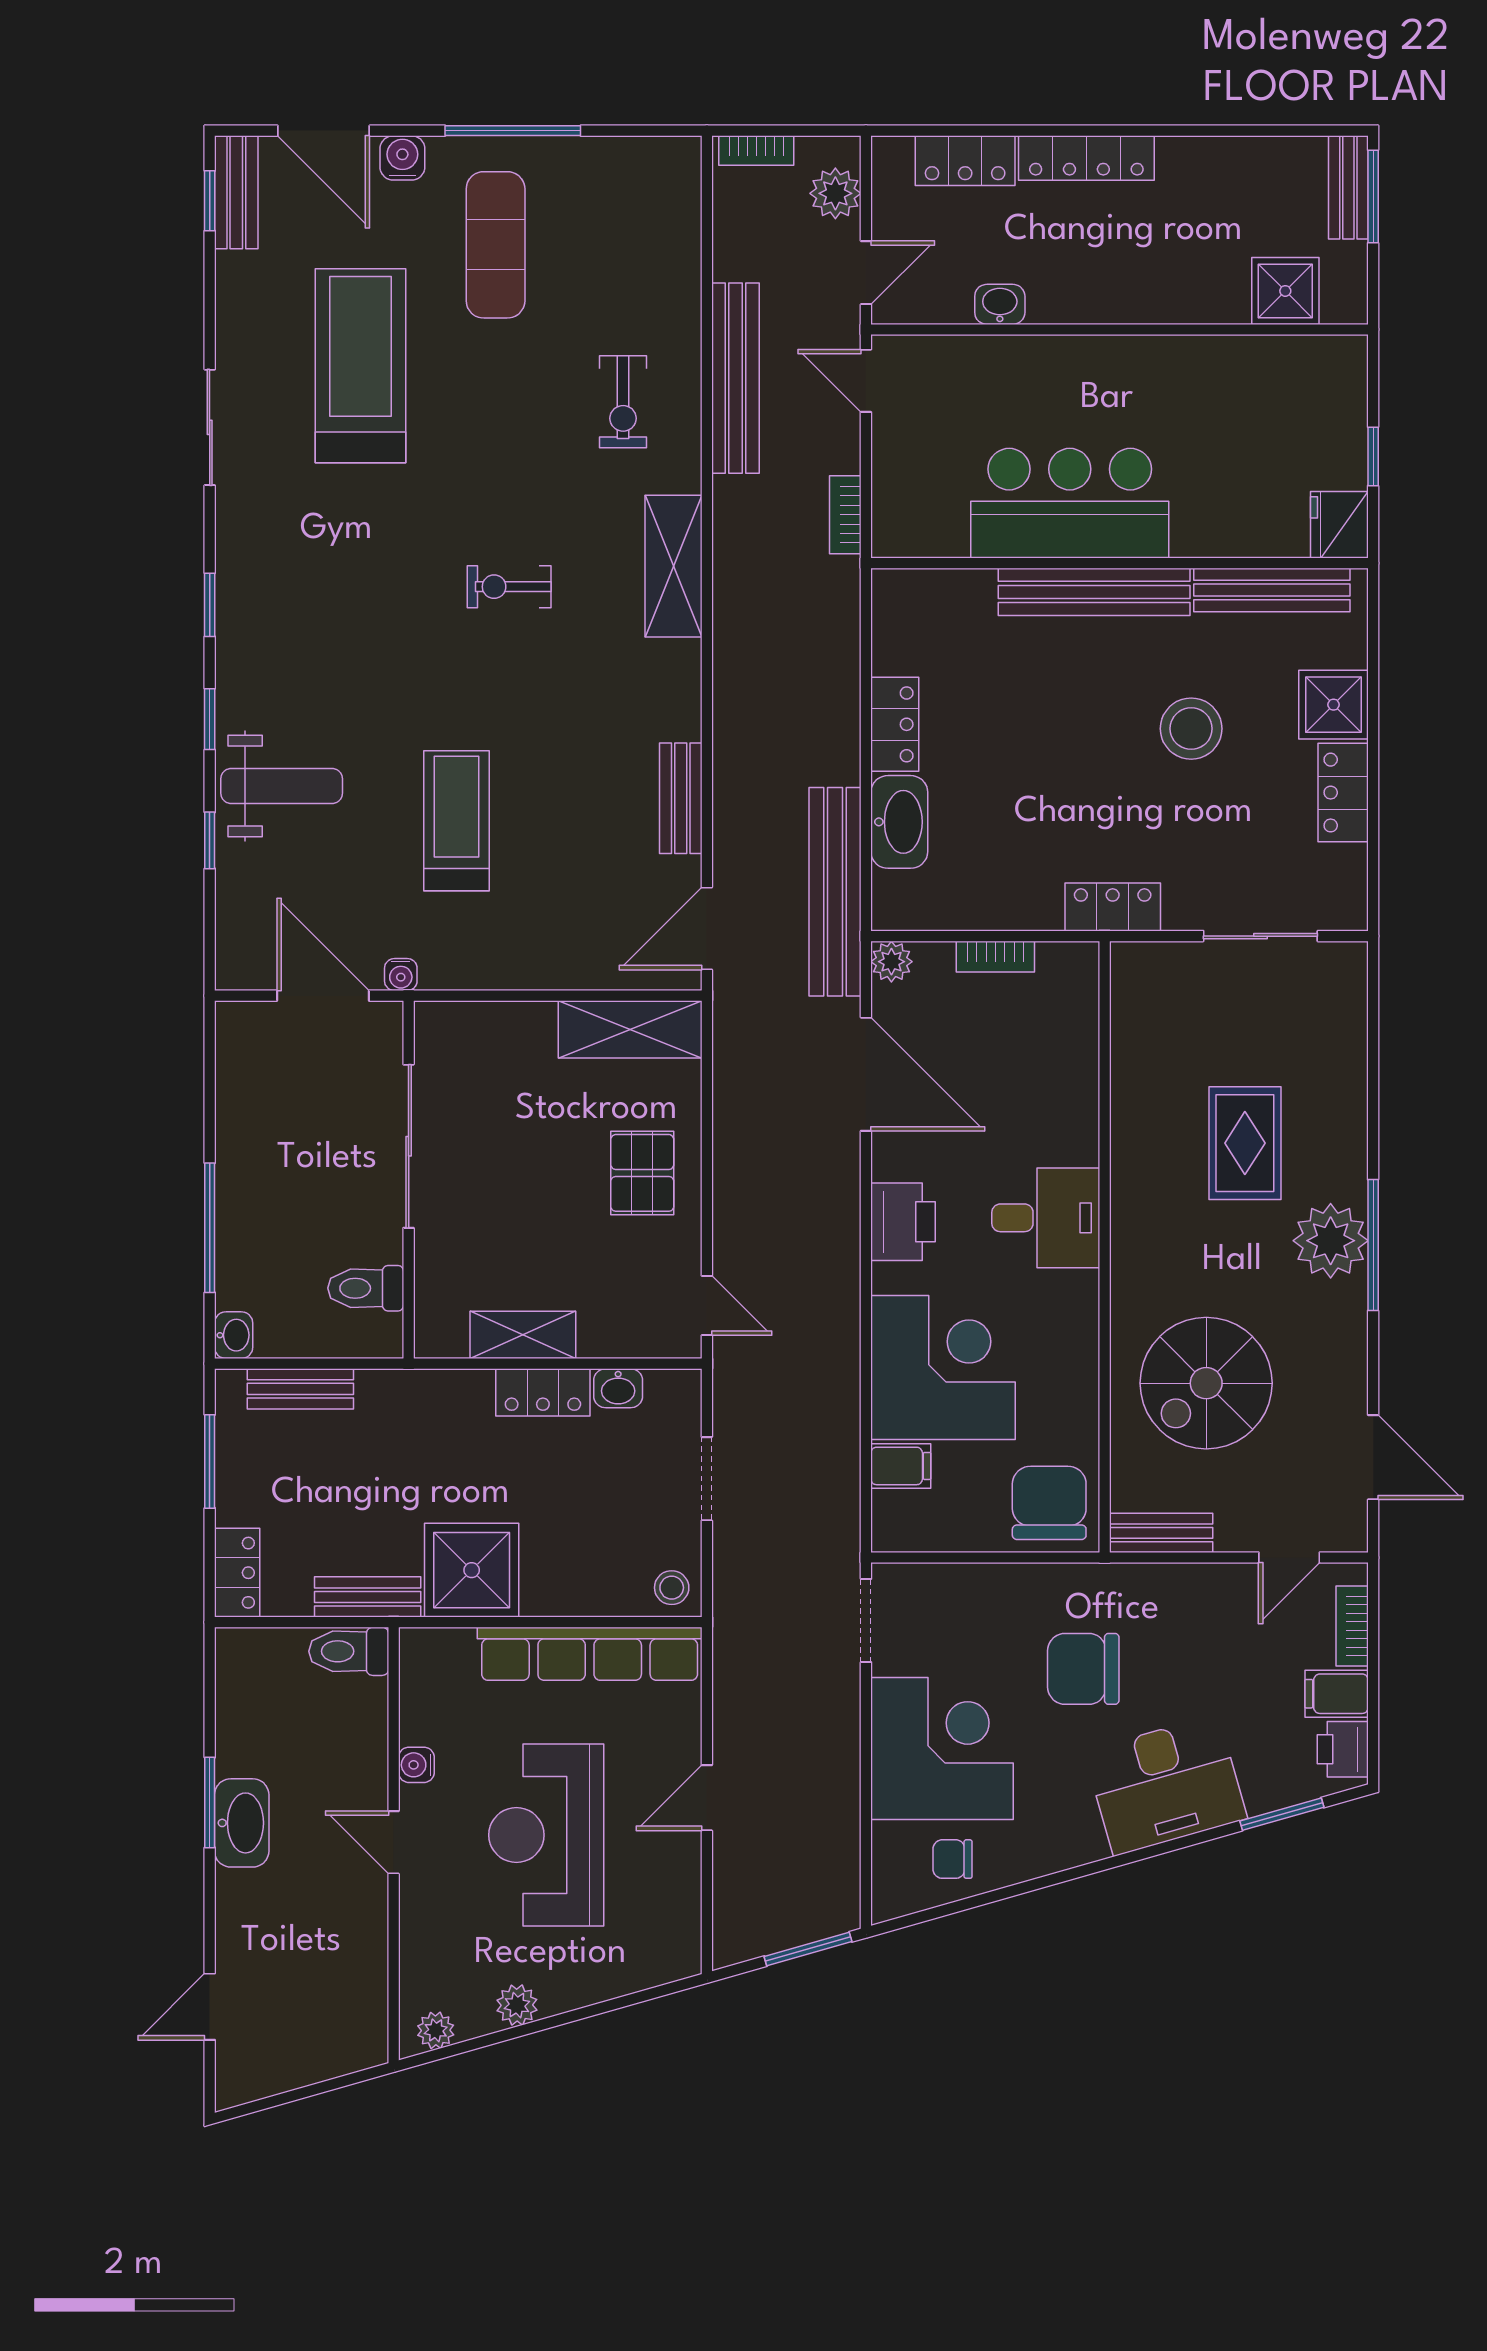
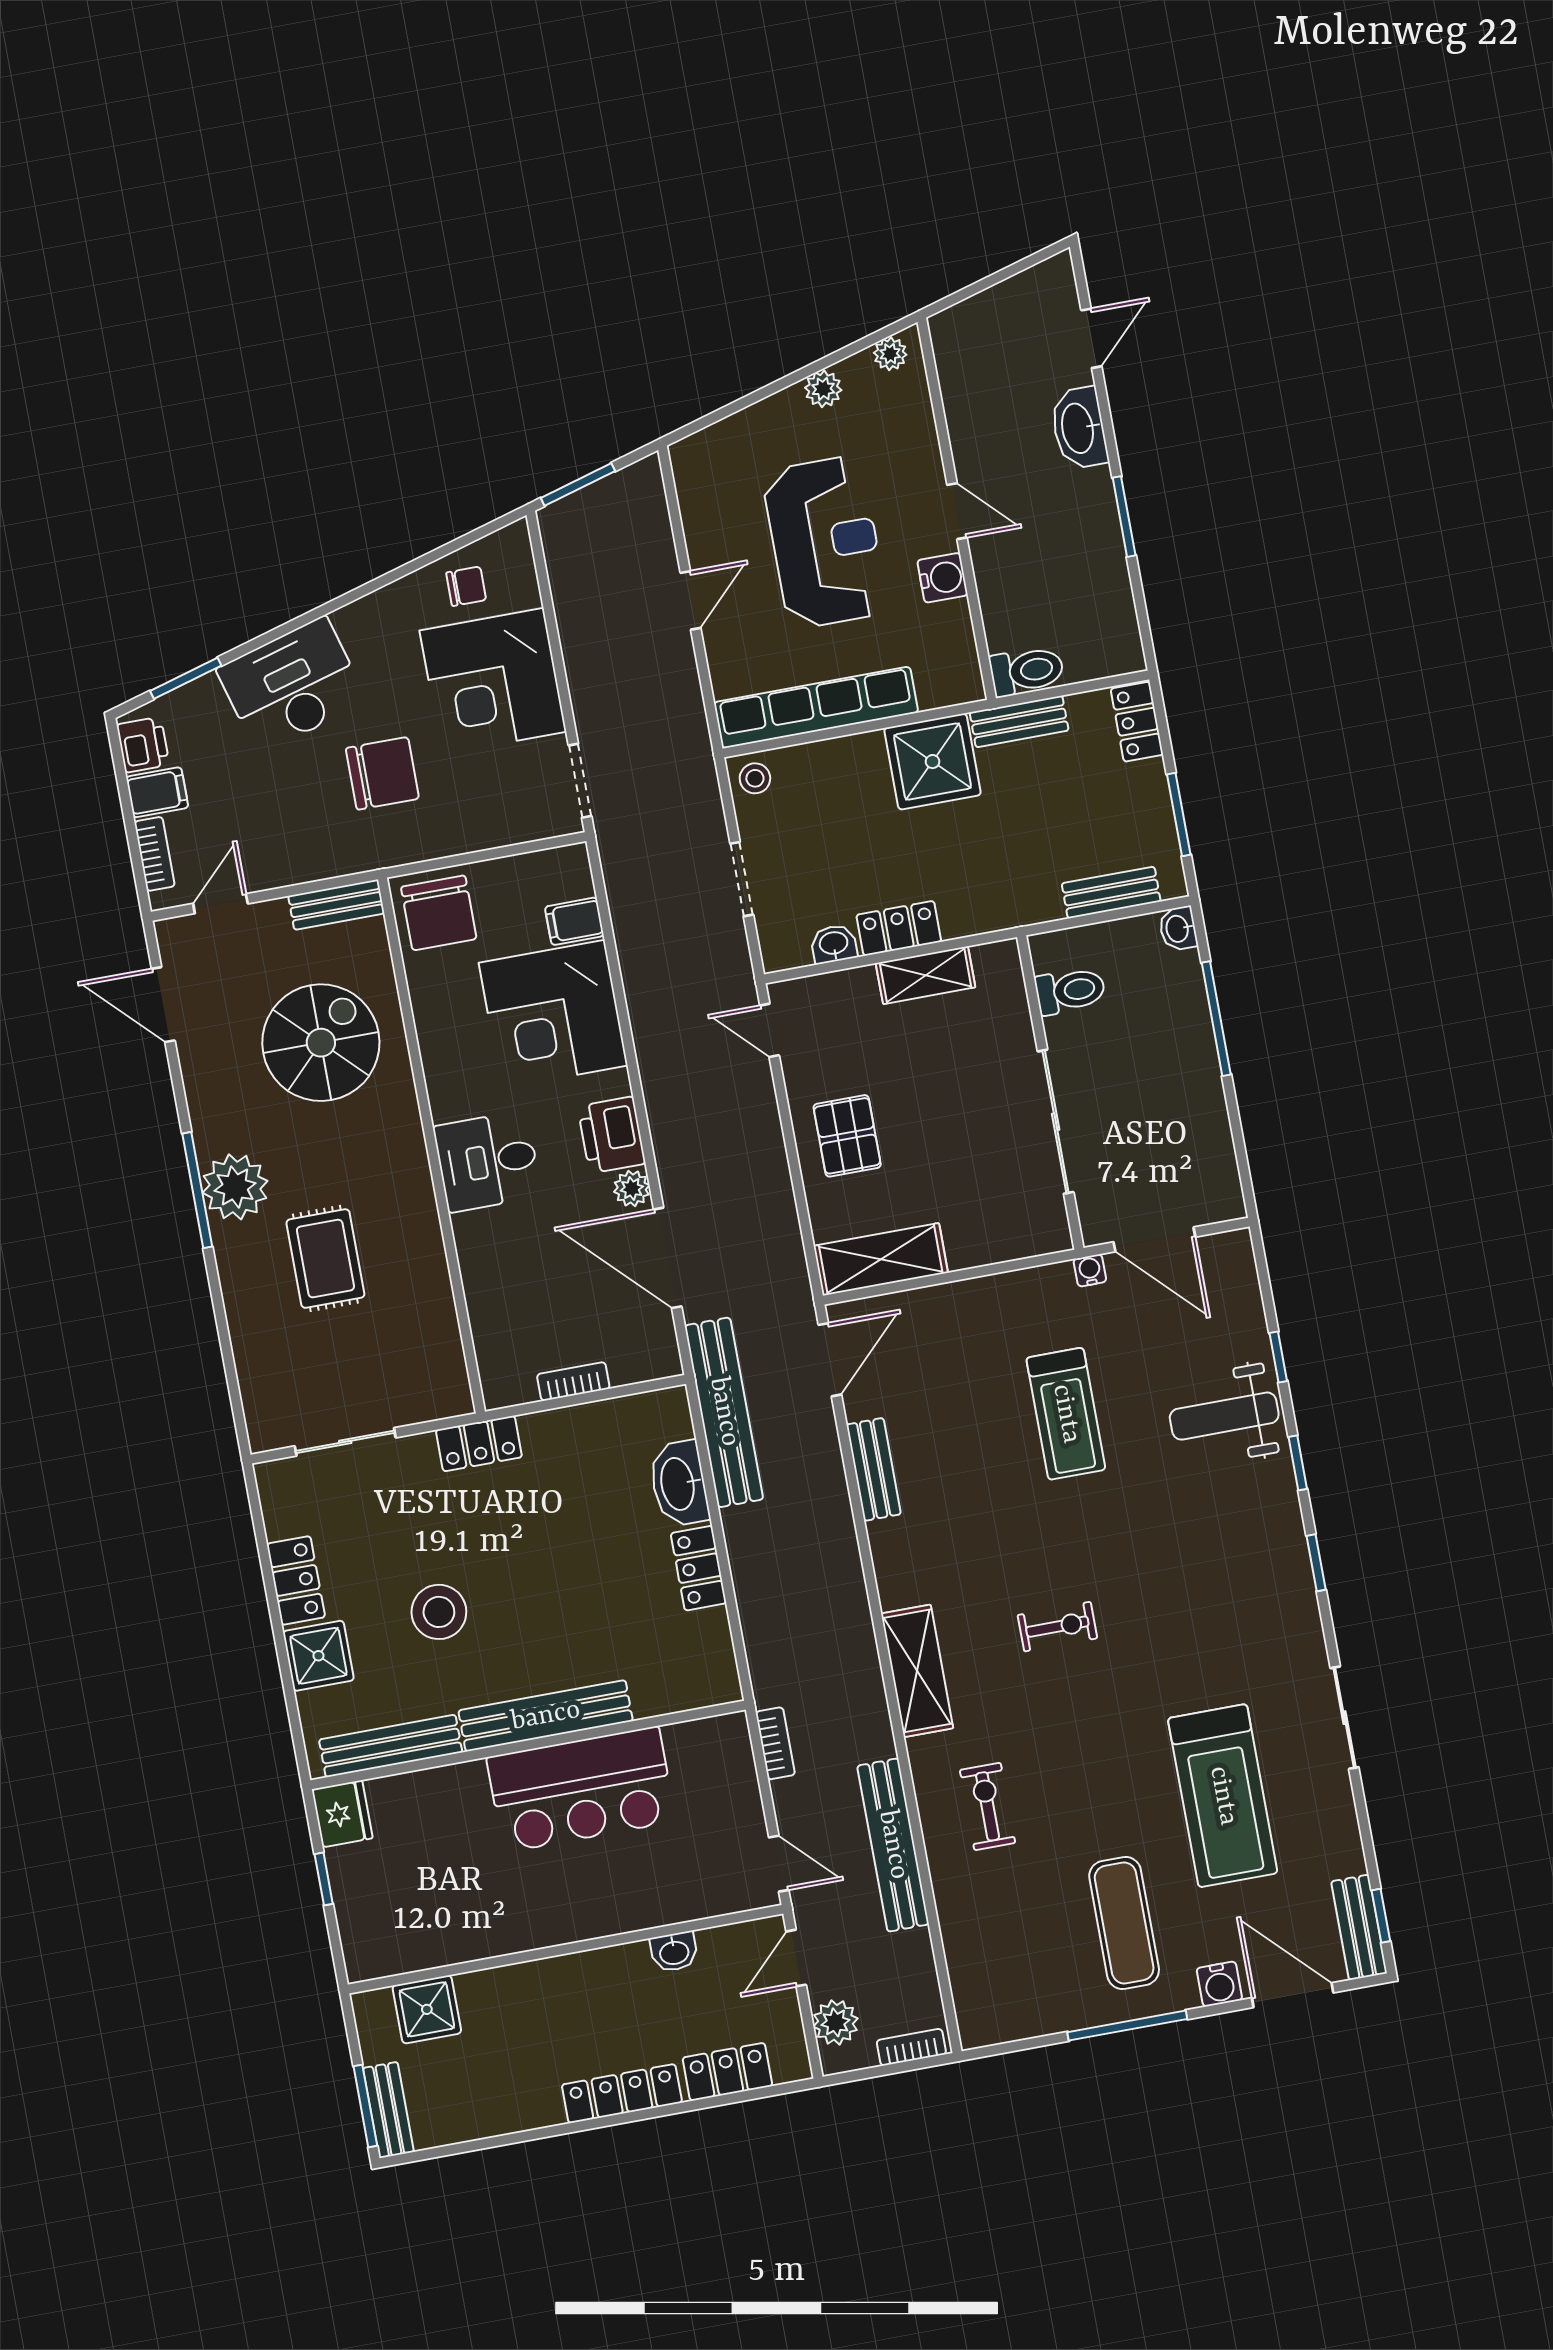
plant: (891, 962) -> (632, 1188), moved
water cooler: (416, 1765) -> (942, 578), width x1.38, depth x1.38
washbasin: (242, 1823) -> (1079, 428), moved

